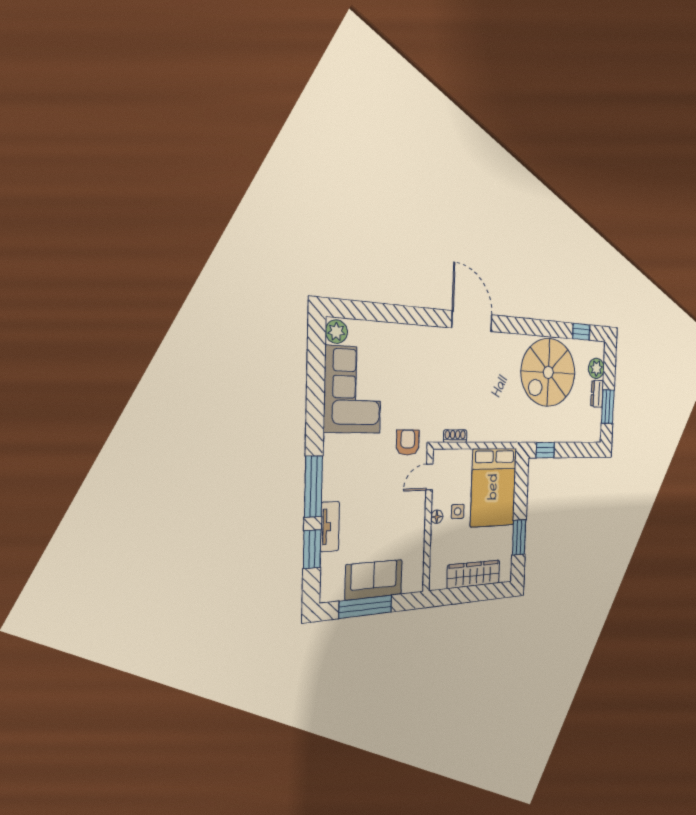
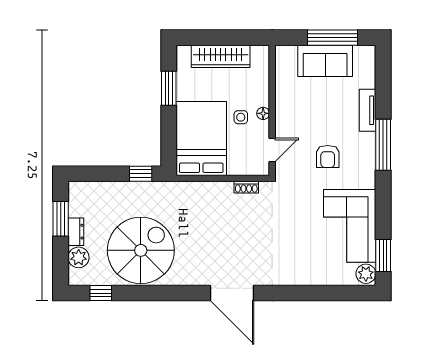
armchair: (408, 442) -> (328, 156), moved
window: (312, 549) -> (383, 255), moved

